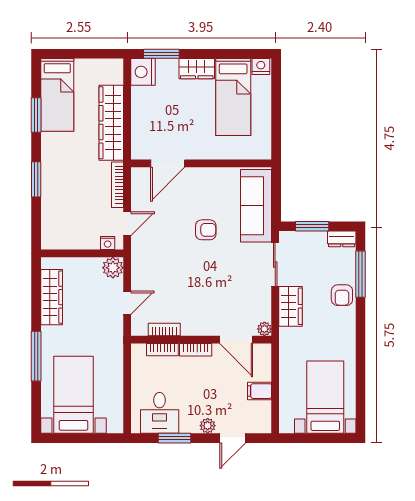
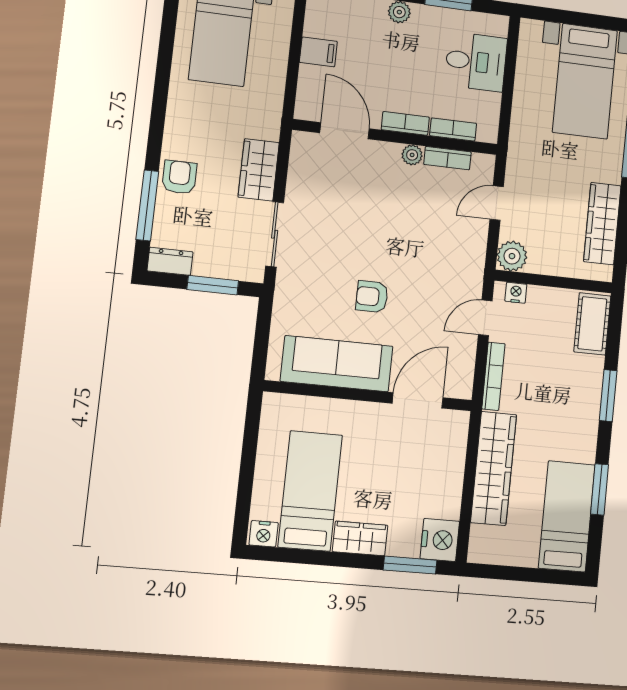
sofa: (256, 206) -> (337, 364), moved, turned -90
cot: (52, 227) -> (592, 324), added
plant: (264, 329) -> (412, 155), moved
desk: (160, 413) -> (476, 62), moved, turned 90

